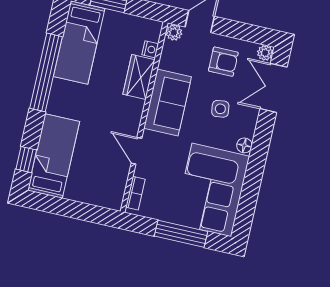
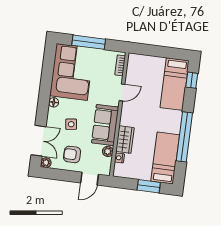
plant: (174, 32) -> (108, 151), moved
door: (136, 151) -> (122, 92), hinge flipped

